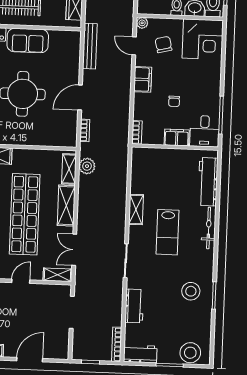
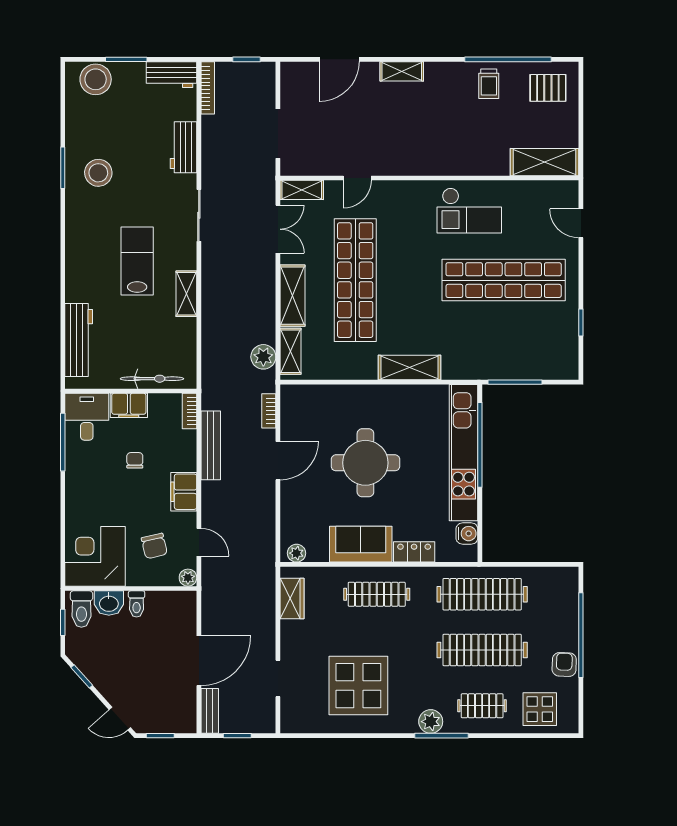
plant: (70, 36) -> (296, 553), added
bench: (90, 46) -> (211, 445), moved
bicycle: (209, 228) -> (152, 379), moved, turned -90

